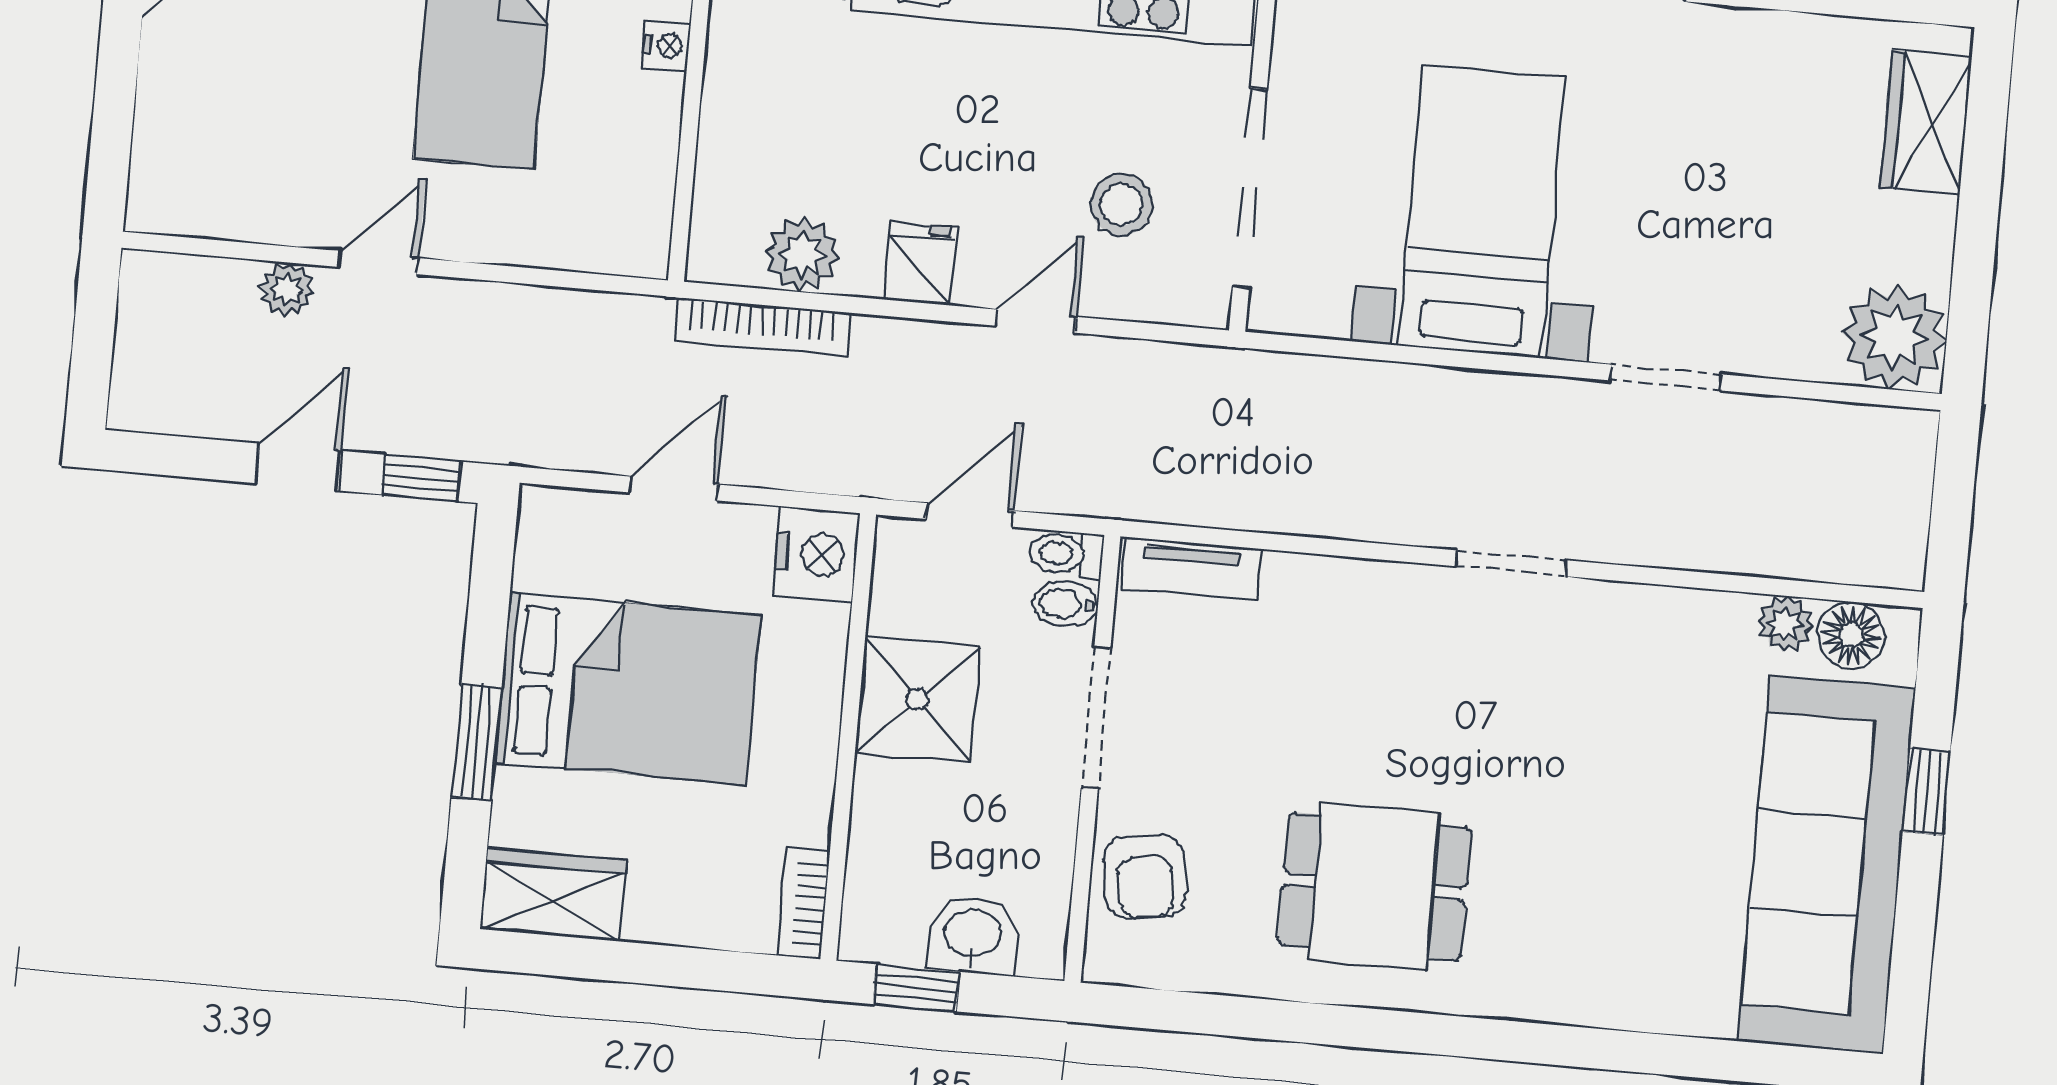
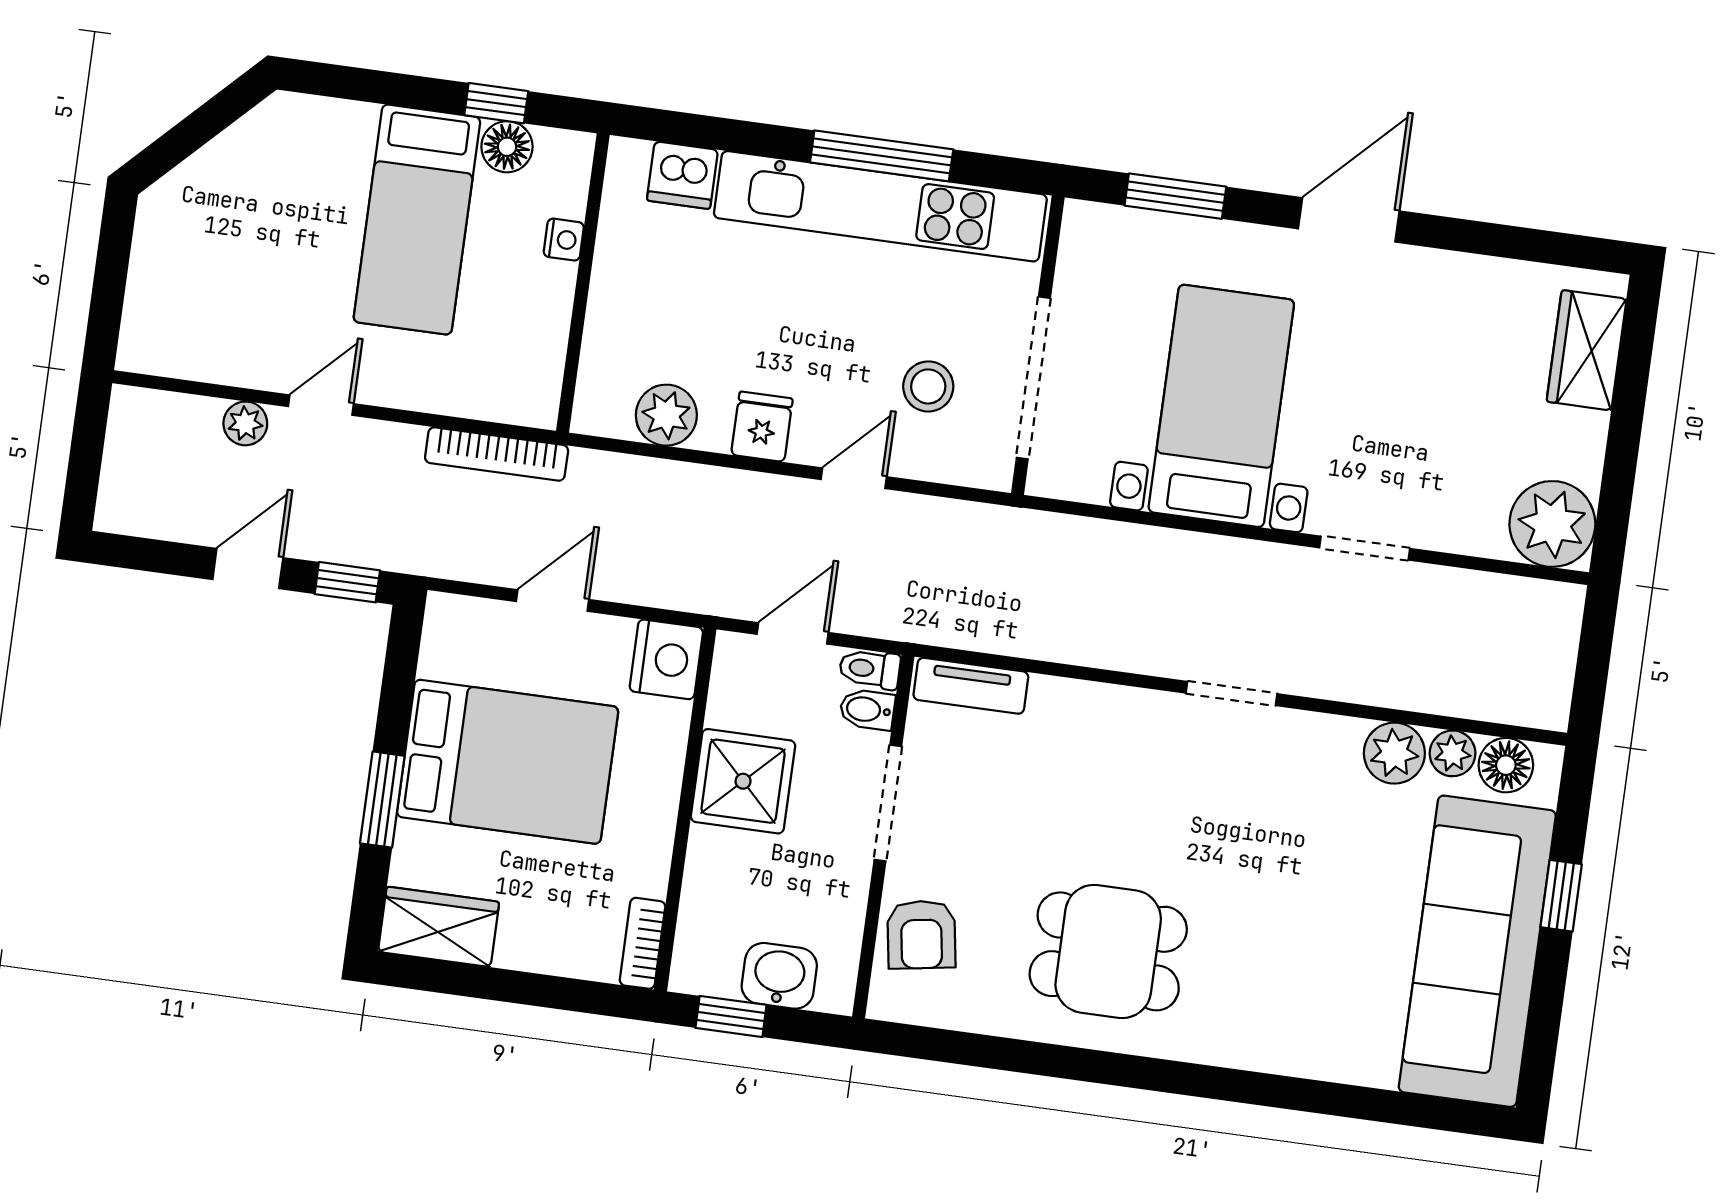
bookcase: (762, 327) -> (497, 454), moved
plant: (1714, 627) -> (1394, 753), added

